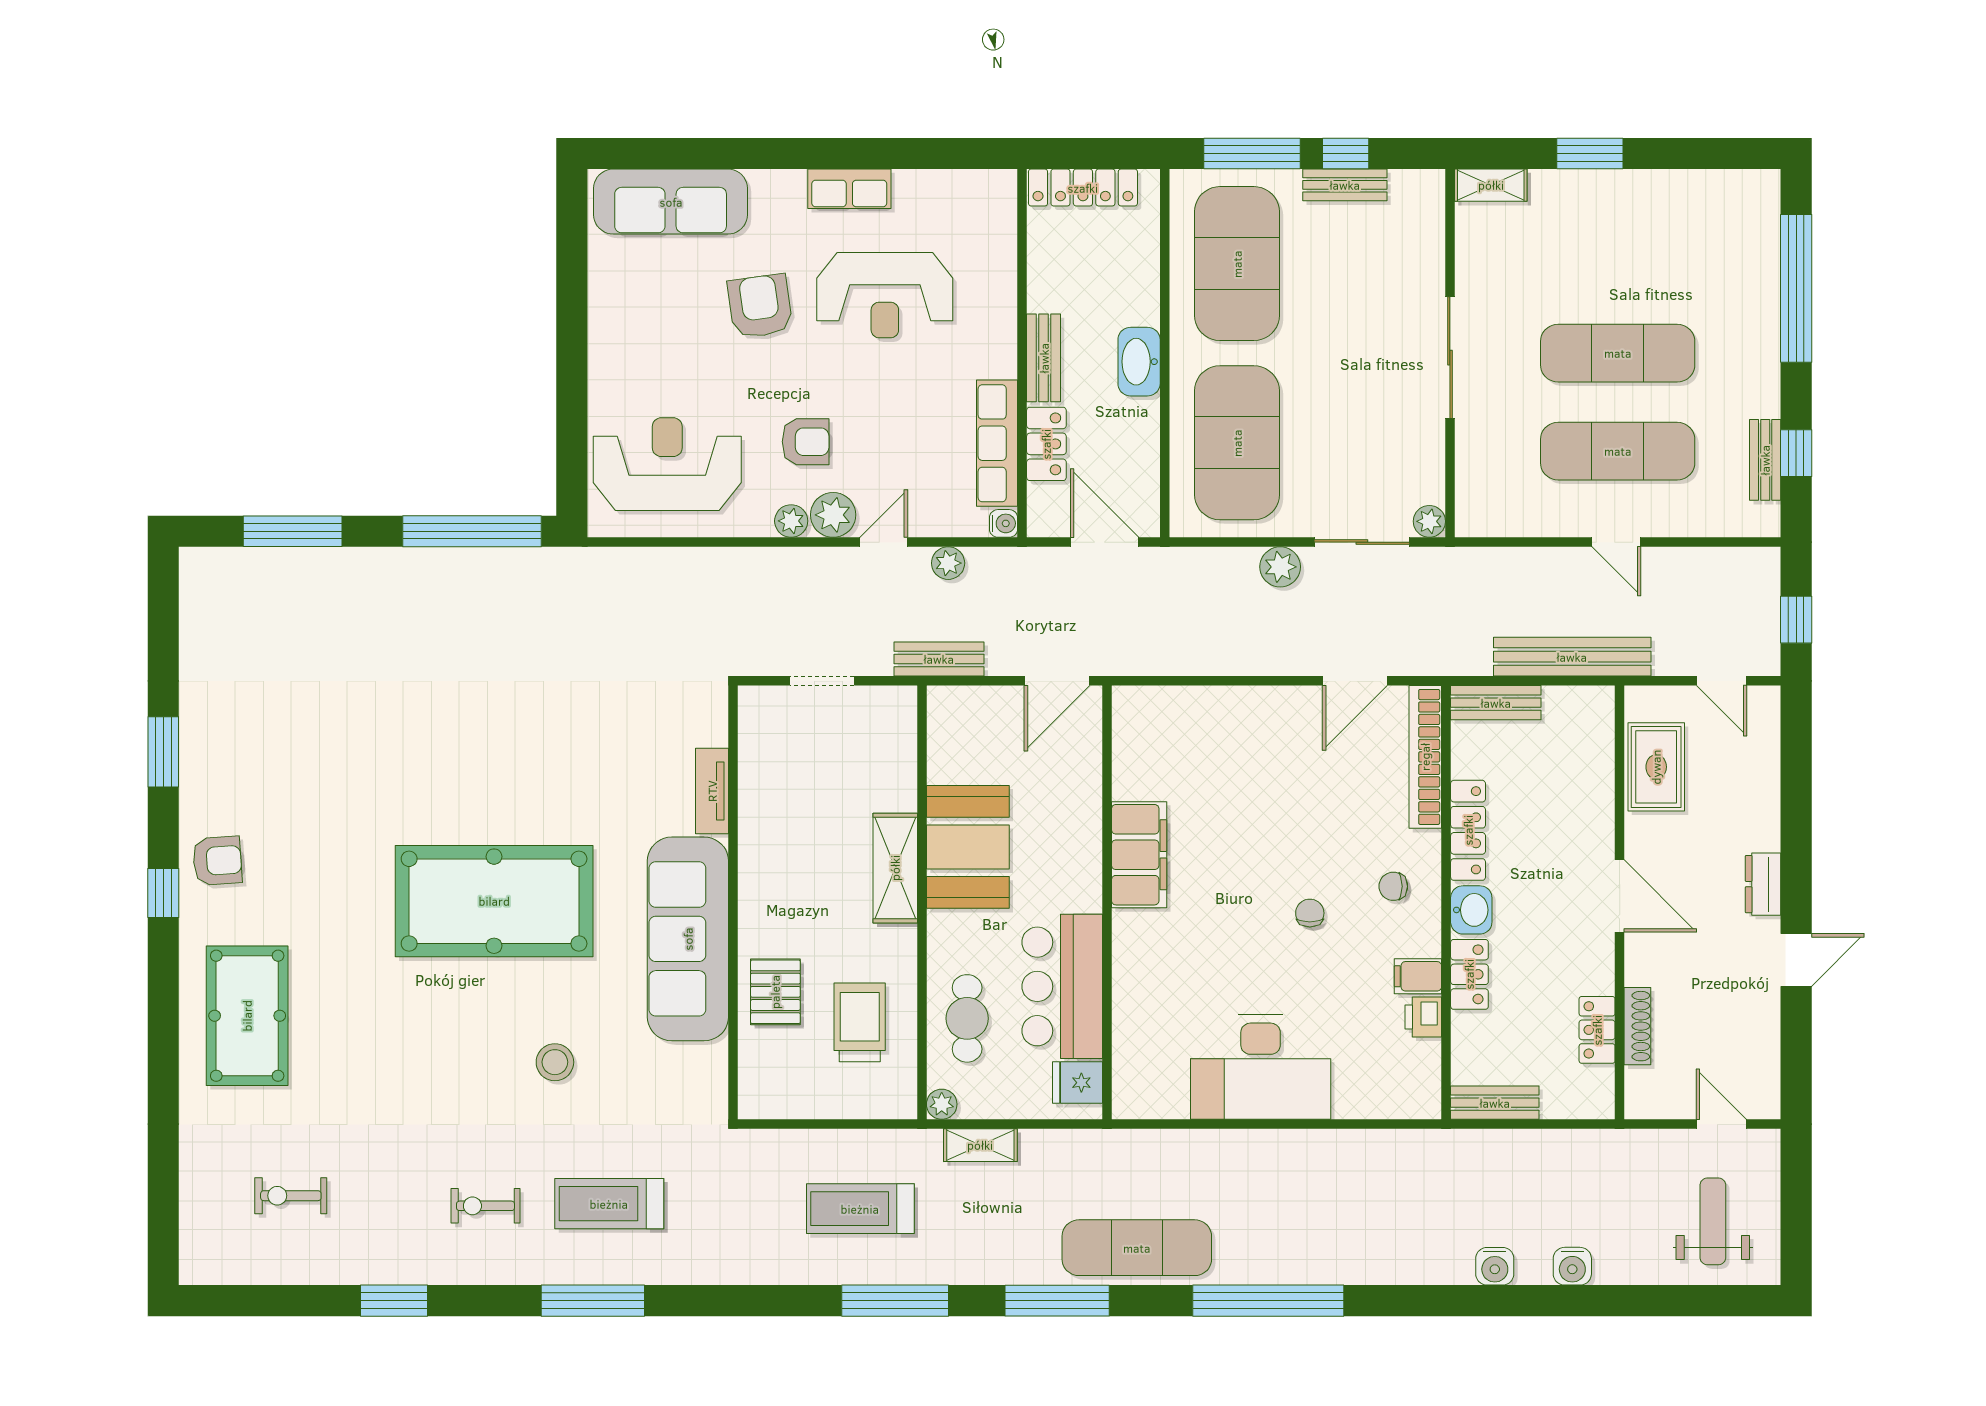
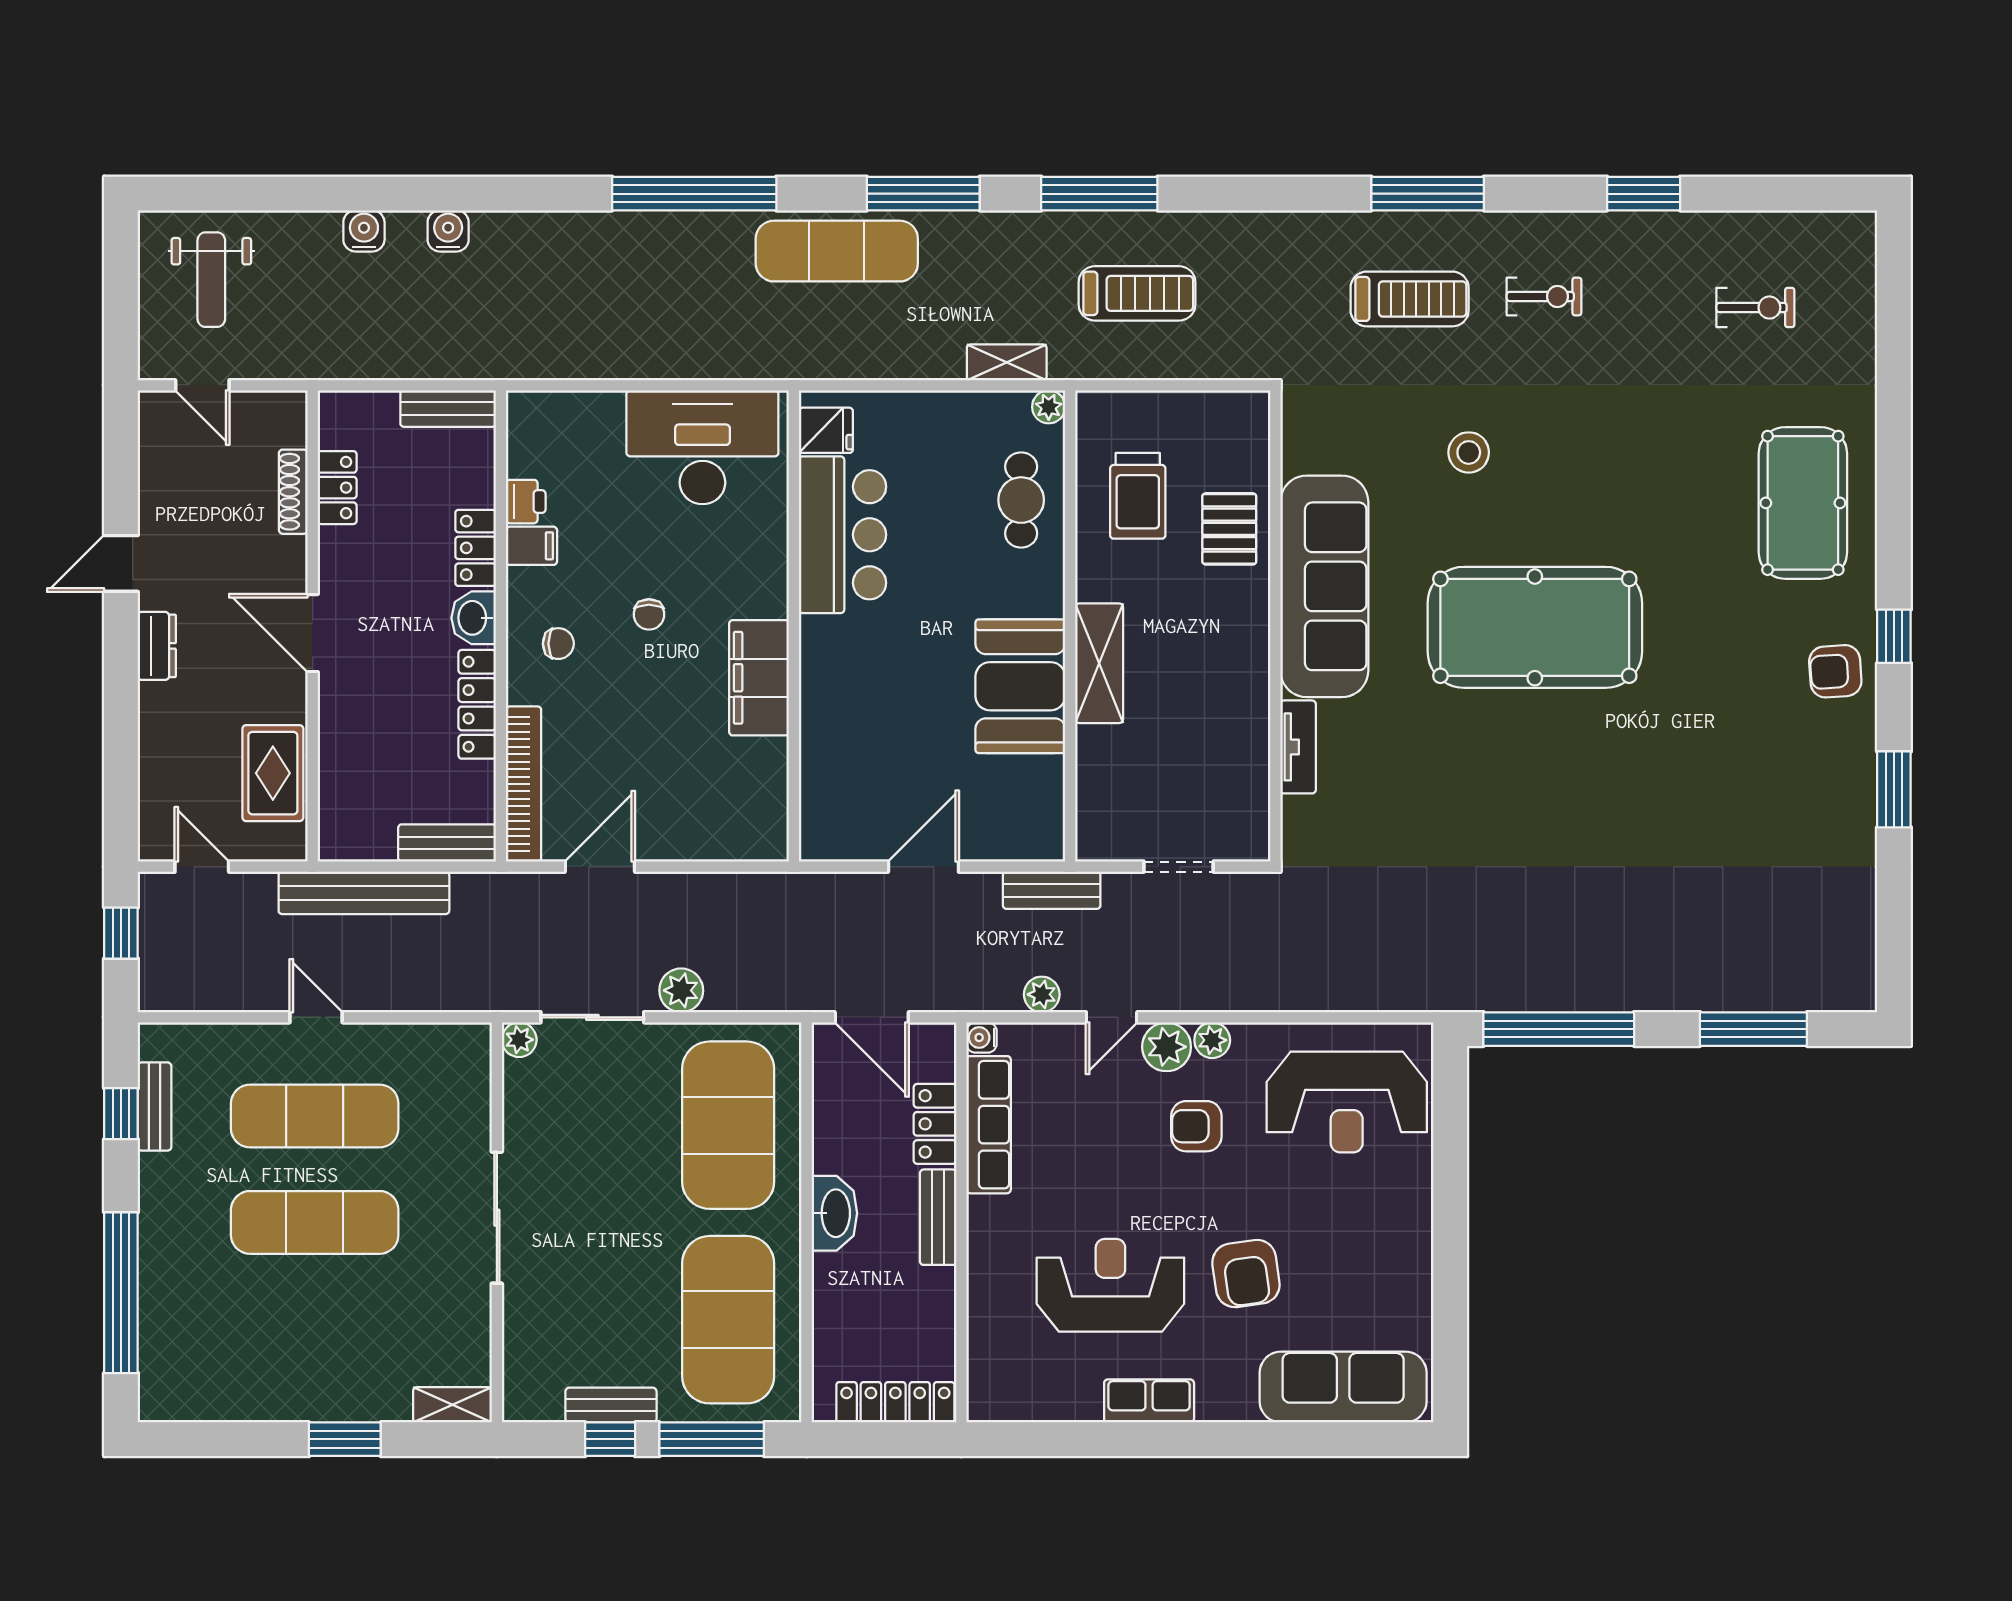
filing cabinet: (1139, 855) -> (759, 678), moved
wall: (1107, 902) -> (794, 626), moved
bar counter: (1062, 986) -> (843, 535), moved
fridge: (1077, 1083) -> (826, 430), moved

